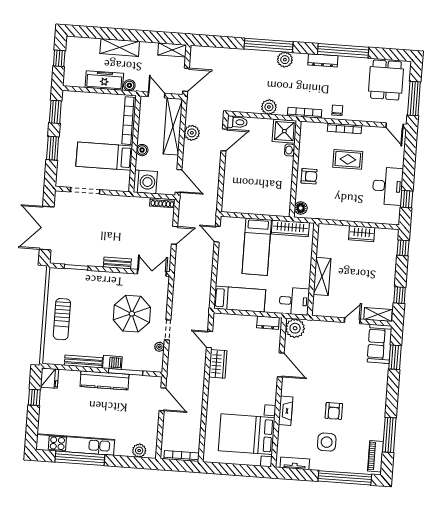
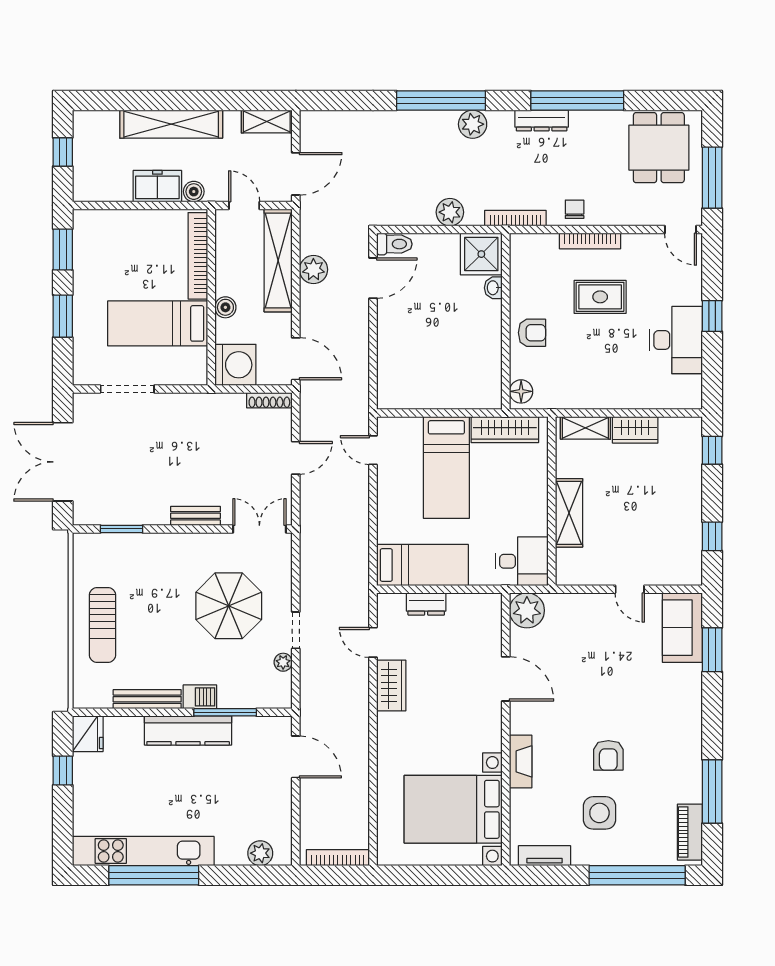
shelving: (120, 47) -> (171, 124), width x1.47
freezer: (104, 80) -> (157, 186), width x0.71
window: (407, 199) -> (712, 316), moved
shelving: (378, 314) -> (585, 428), moved
door: (352, 321) -> (630, 589), swing flipped
dresser: (268, 323) -> (426, 604), moved

